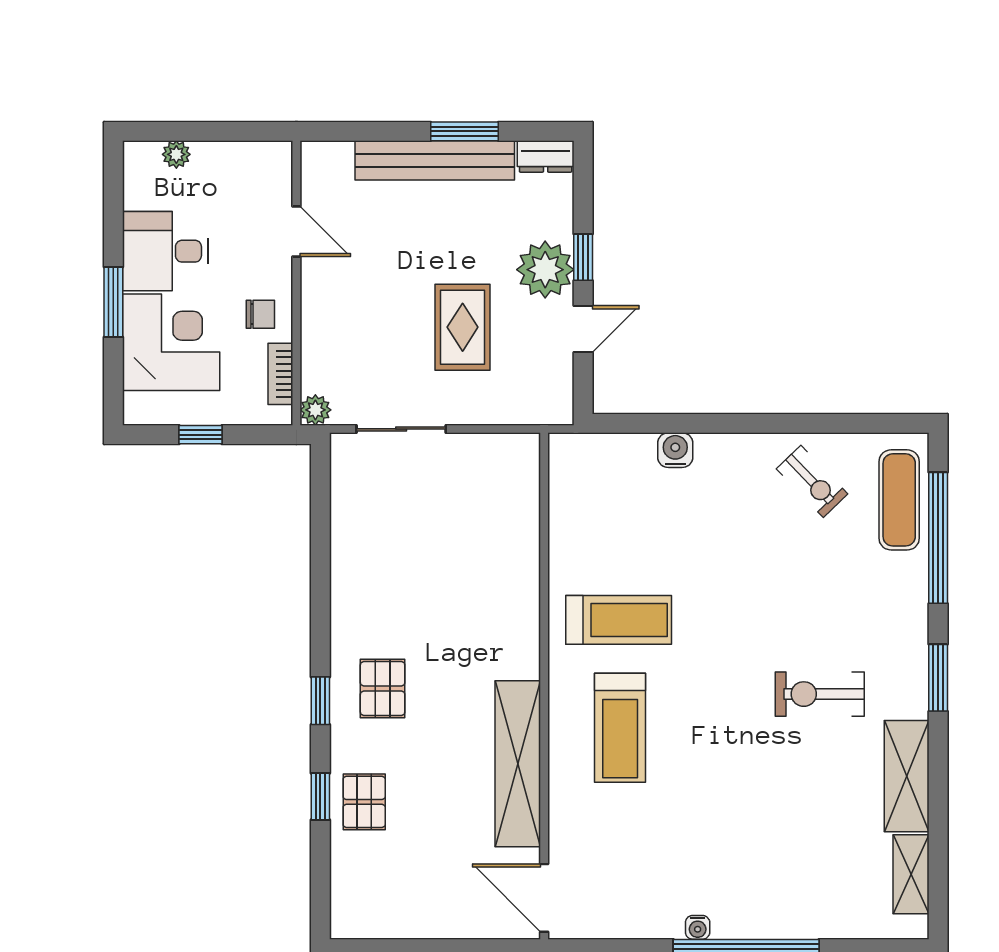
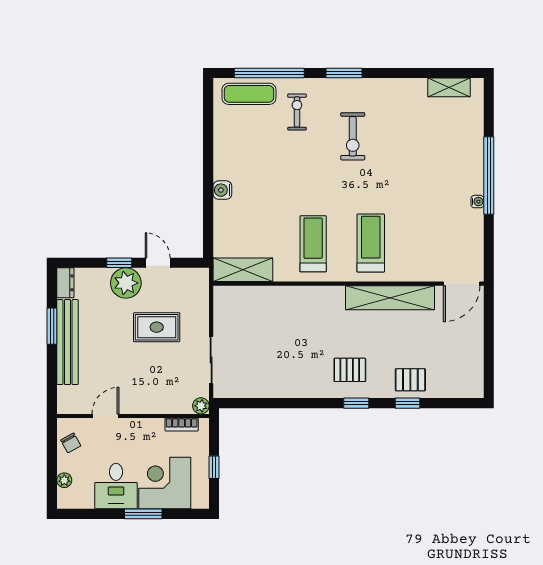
chair: (260, 314) -> (71, 443), moved, turned 151
water cooler: (675, 450) -> (222, 190), moved
exercise bike: (812, 481) -> (297, 112), moved, turned -46
treadmill: (620, 728) -> (371, 243), turned -90
shelving: (907, 776) -> (243, 270), moved

